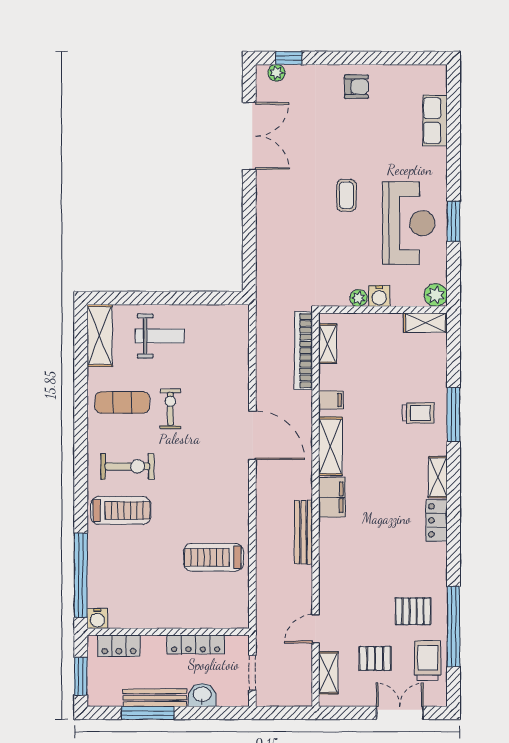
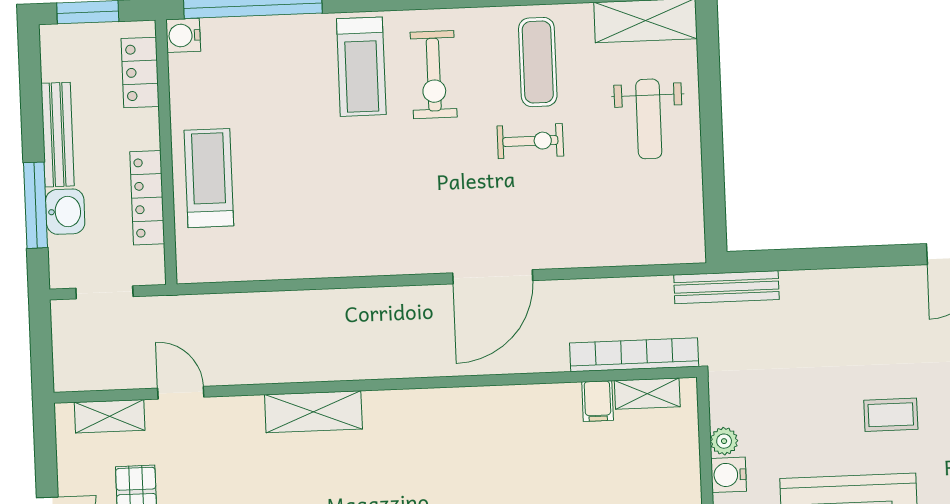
filing cabinet: (331, 400) -> (598, 401), moved
shelving: (330, 446) -> (313, 412), moved
filing cabinet: (332, 497) -> (397, 411), removed
bench: (303, 532) -> (726, 287), moved
treadmill: (213, 557) -> (209, 178), moved
window: (148, 713) -> (36, 205), moved

